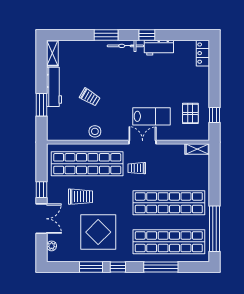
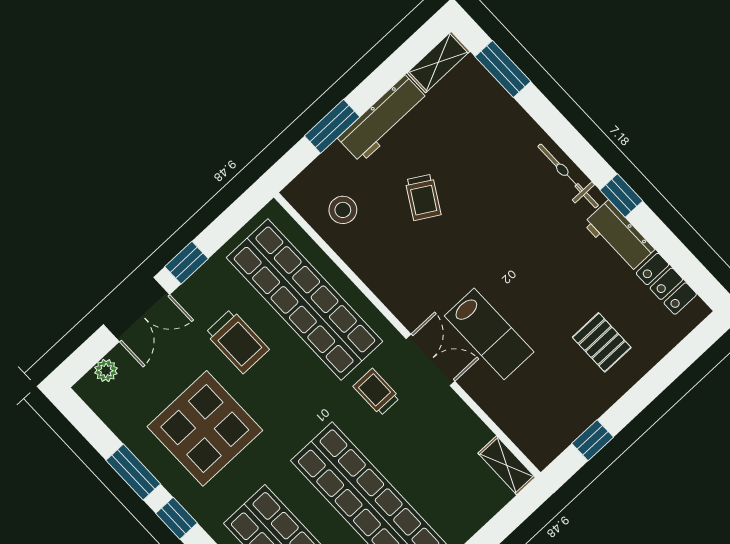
window: (106, 35) -> (503, 69), moved
locker: (203, 53) -> (666, 284), moved, turned -90
pallet: (190, 113) -> (602, 342), moved, turned 90
stool: (95, 131) -> (343, 210), moved

